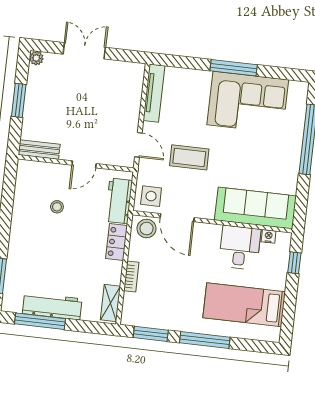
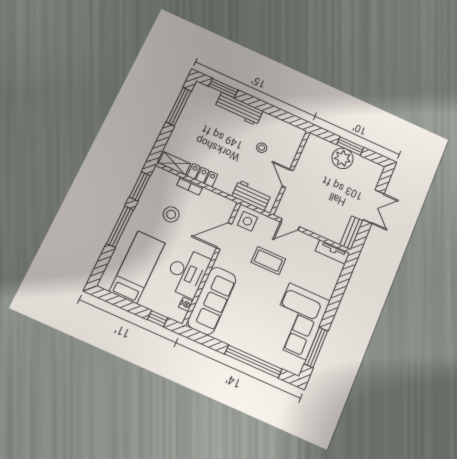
plant: (36, 58) -> (343, 158), moved, width x1.87, depth x1.87
window: (234, 68) -> (316, 347), moved
tv unit: (154, 93) -> (332, 252), width x0.71
bench: (39, 150) -> (351, 233), moved
coffee table: (189, 157) -> (268, 261), turned 90
stool: (147, 229) -> (171, 214), moved
locker: (116, 242) -> (202, 175), moved
desk: (240, 248) -> (187, 273), width x1.37
workbench: (52, 306) -> (239, 109), moved, turned 90

